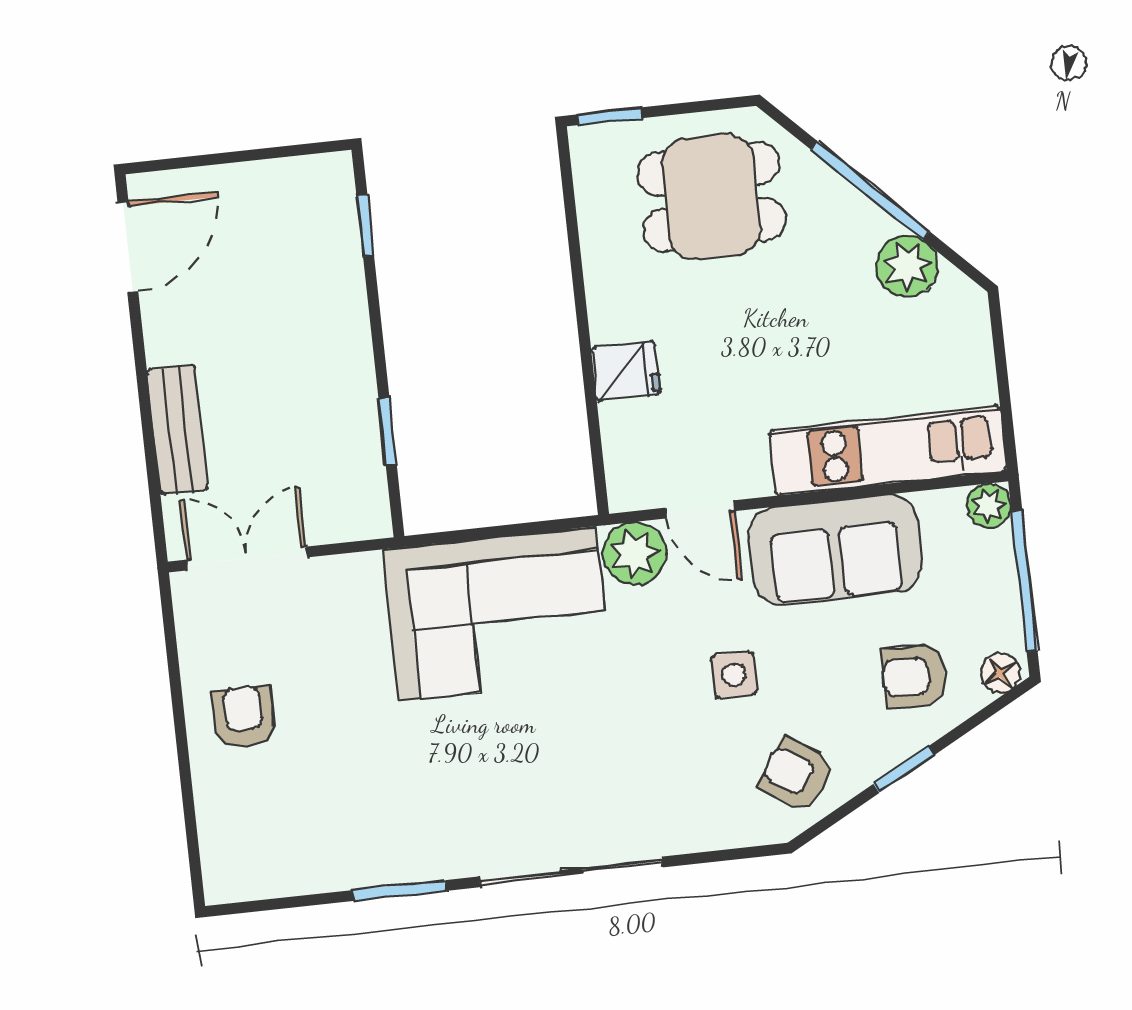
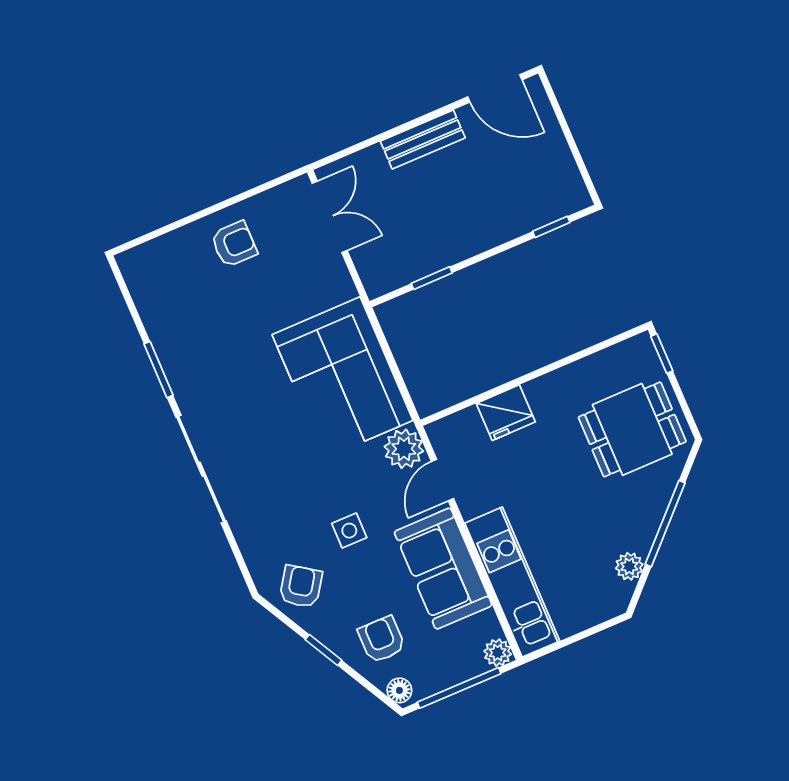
dining table: (711, 197) -> (632, 429), turned 90
plant: (907, 266) -> (629, 566), width x0.73, depth x0.73
fridge: (626, 371) -> (506, 413), width x1.38
bench: (178, 430) -> (423, 139), moved

